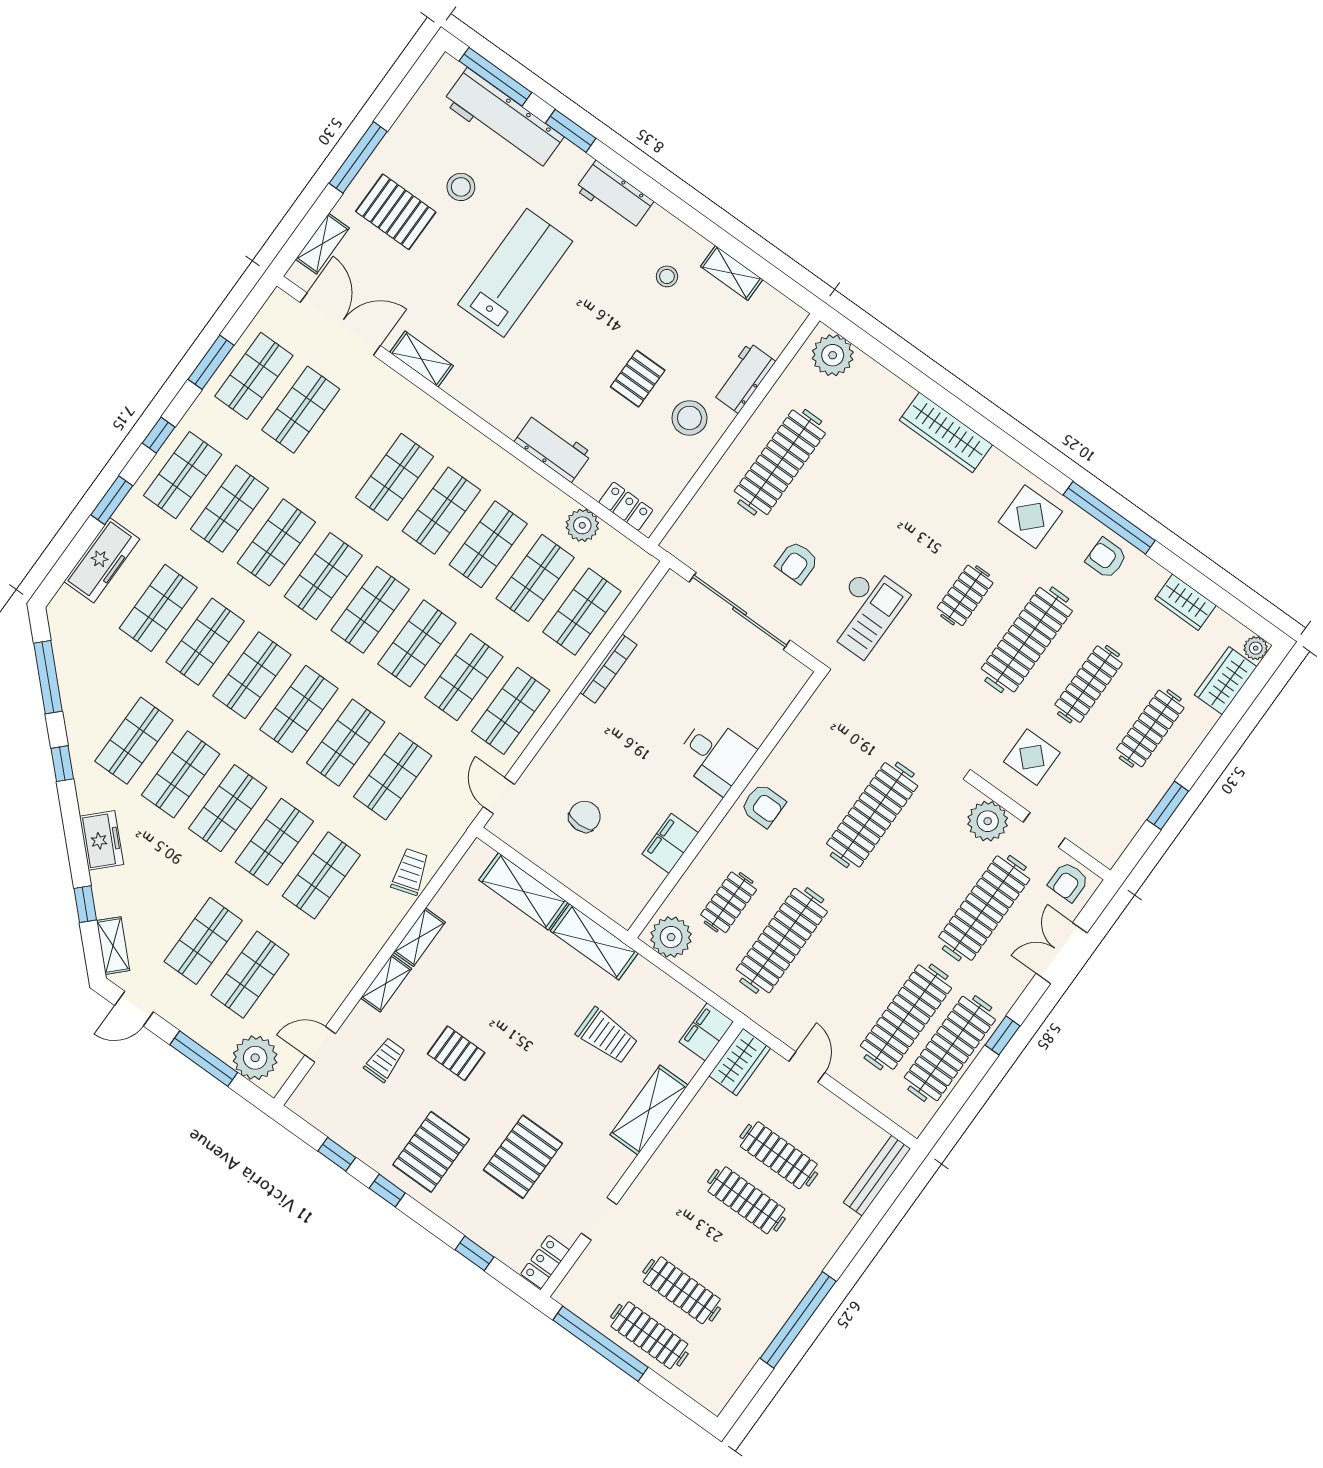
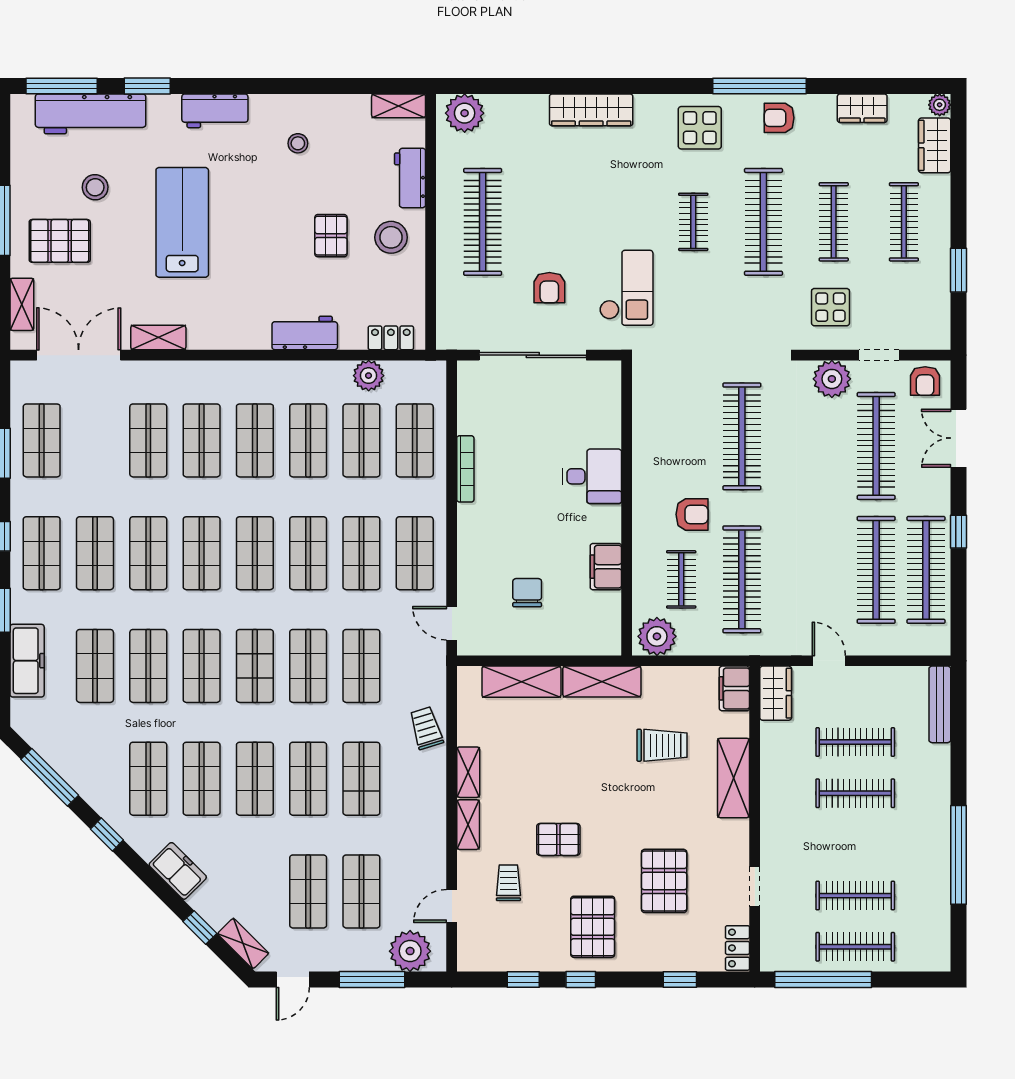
shelving: (732, 273) -> (399, 106), moved
shop shelf: (301, 410) -> (148, 440), moved
armchair: (763, 806) -> (692, 514), moved

